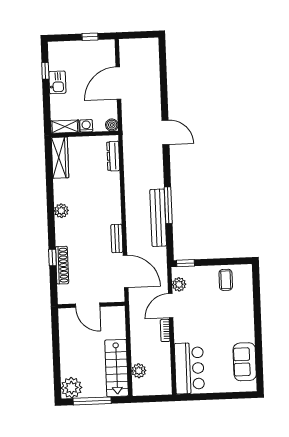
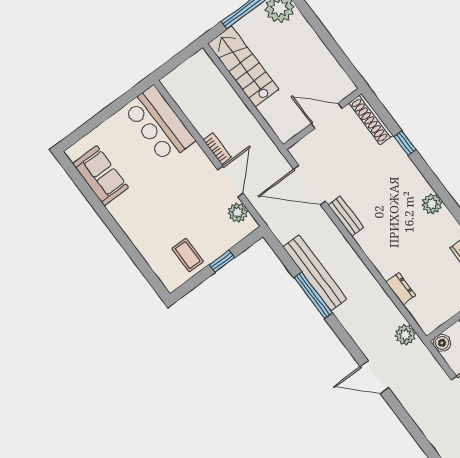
dresser: (113, 156) -> (401, 289), moved, width x0.70
window: (186, 263) -> (222, 261), moved
shoe rack: (62, 265) -> (371, 119), moved
plant: (139, 371) -> (405, 335), moved

